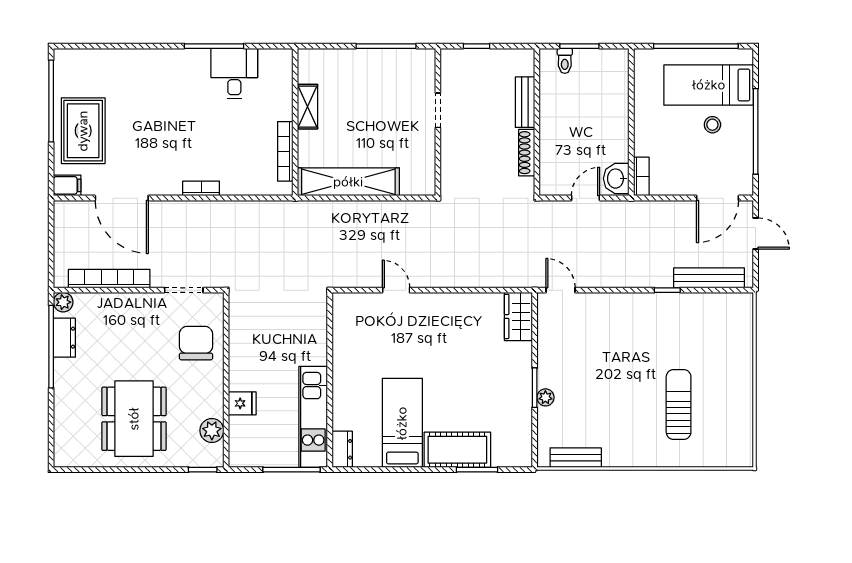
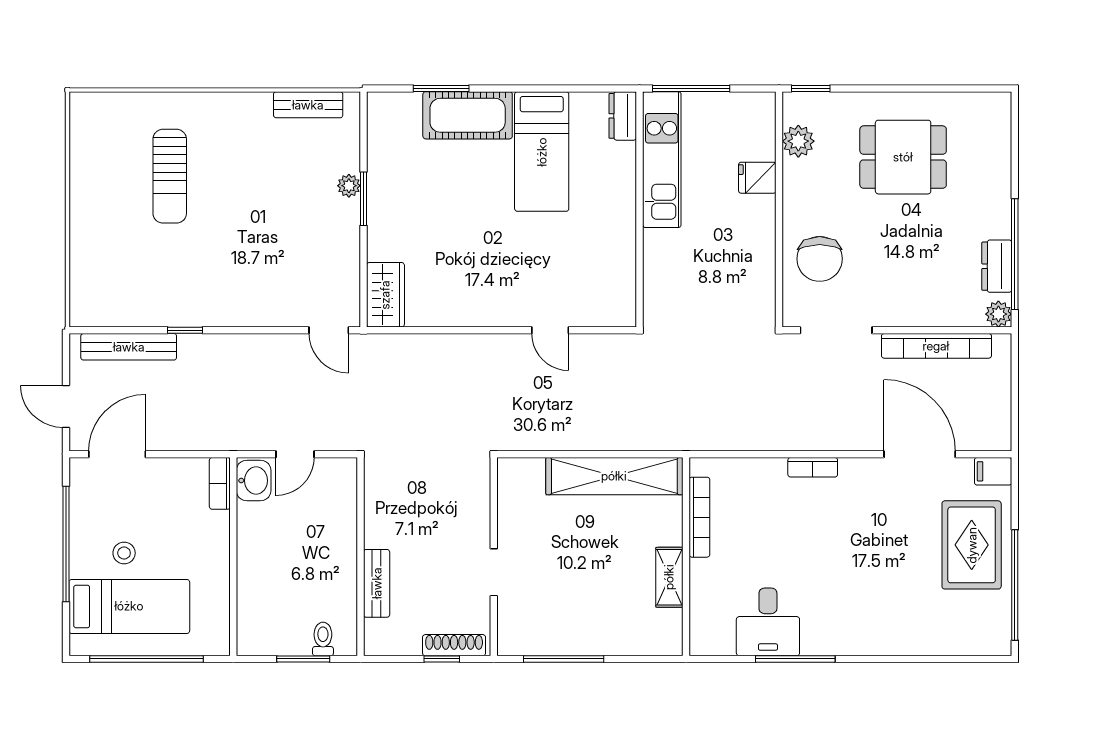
shoe rack: (527, 153) -> (454, 645), moved, turned -90
doorway: (184, 290) -> (836, 330), width x1.38
dining table: (134, 419) -> (903, 157), width x0.73

